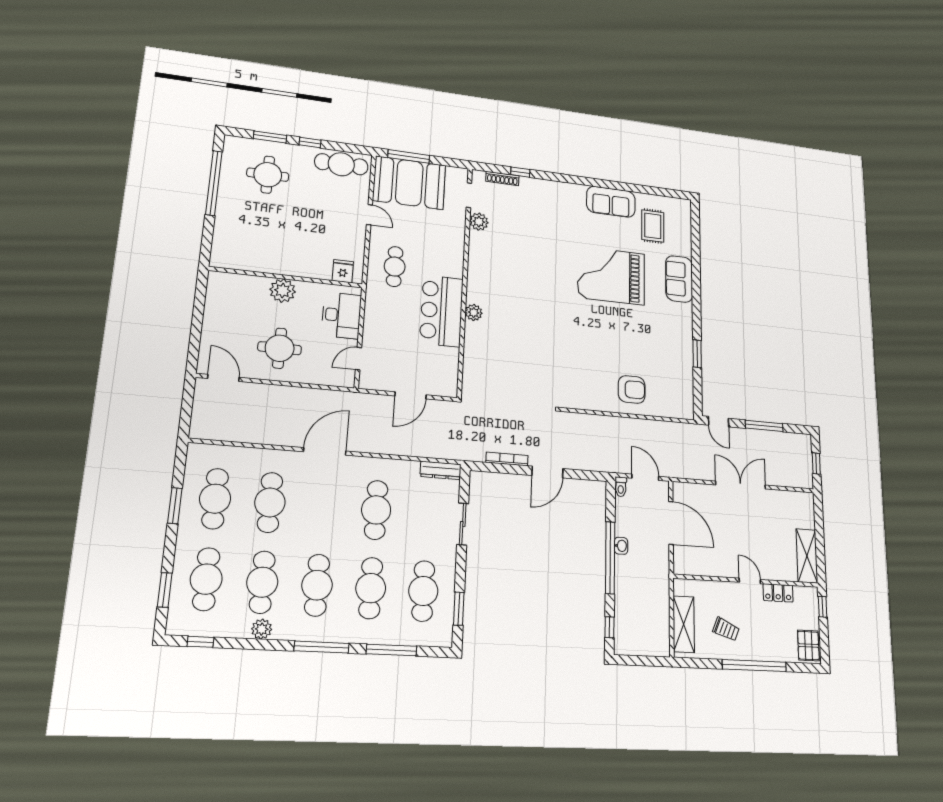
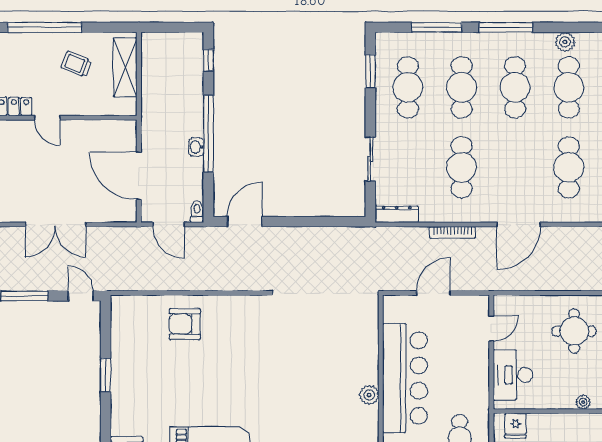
plant: (283, 291) -> (583, 402), width x0.53, depth x0.53
bar counter: (442, 311) -> (405, 378), width x1.36
bookcase: (507, 459) -> (453, 232), moved
door: (547, 472) -> (245, 222), moved

